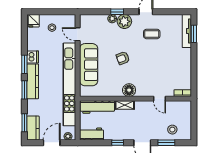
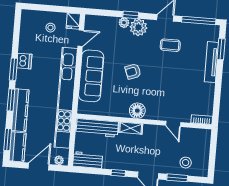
window: (173, 12) -> (199, 20), added
fridge: (34, 21) -> (73, 21), moved
tv unit: (187, 31) -> (211, 62), moved
door: (78, 34) -> (81, 38), swing flipped
kitchen counter: (33, 81) -> (20, 110), moved

